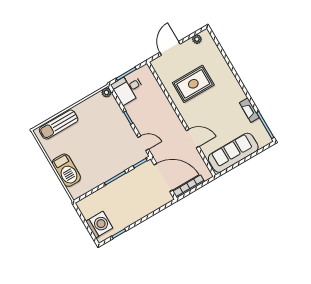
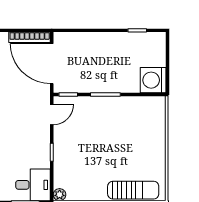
door: (143, 143) -> (52, 114), swing flipped
barbecue: (66, 170) -> (154, 135), removed
washing machine: (99, 225) -> (153, 80), moved

